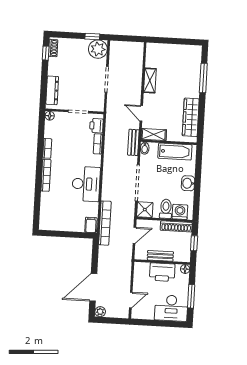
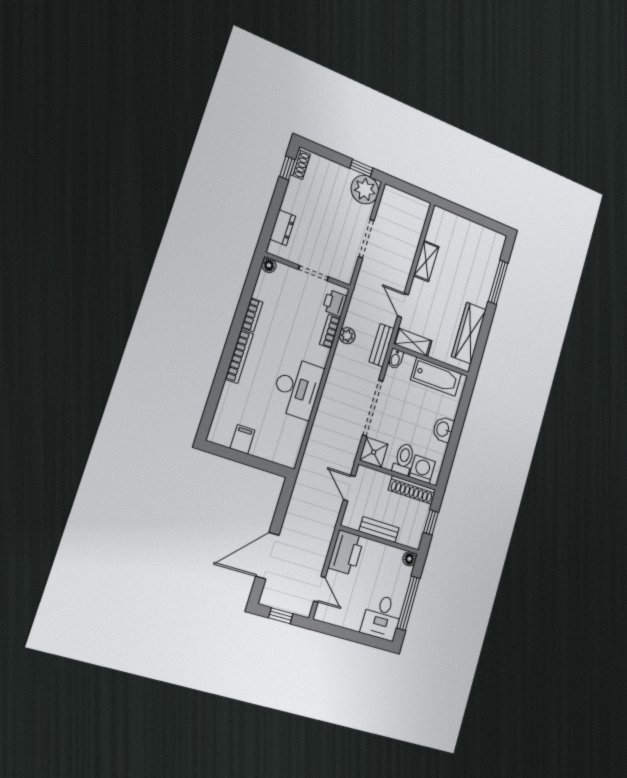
dresser: (52, 90) -> (283, 228), width x0.70
bookcase: (105, 223) -> (310, 457), removed
filing cabinet: (91, 225) -> (243, 439), moved
door: (134, 235) -> (349, 488), swing flipped
printer: (162, 272) -> (346, 552), moved, turned -90
window: (191, 296) -> (408, 603), width x1.44
door: (131, 300) -> (319, 589), hinge flipped
desk: (171, 308) -> (382, 617), width x0.73
plant: (100, 312) -> (347, 336), moved
window: (110, 320) -> (281, 616), added

